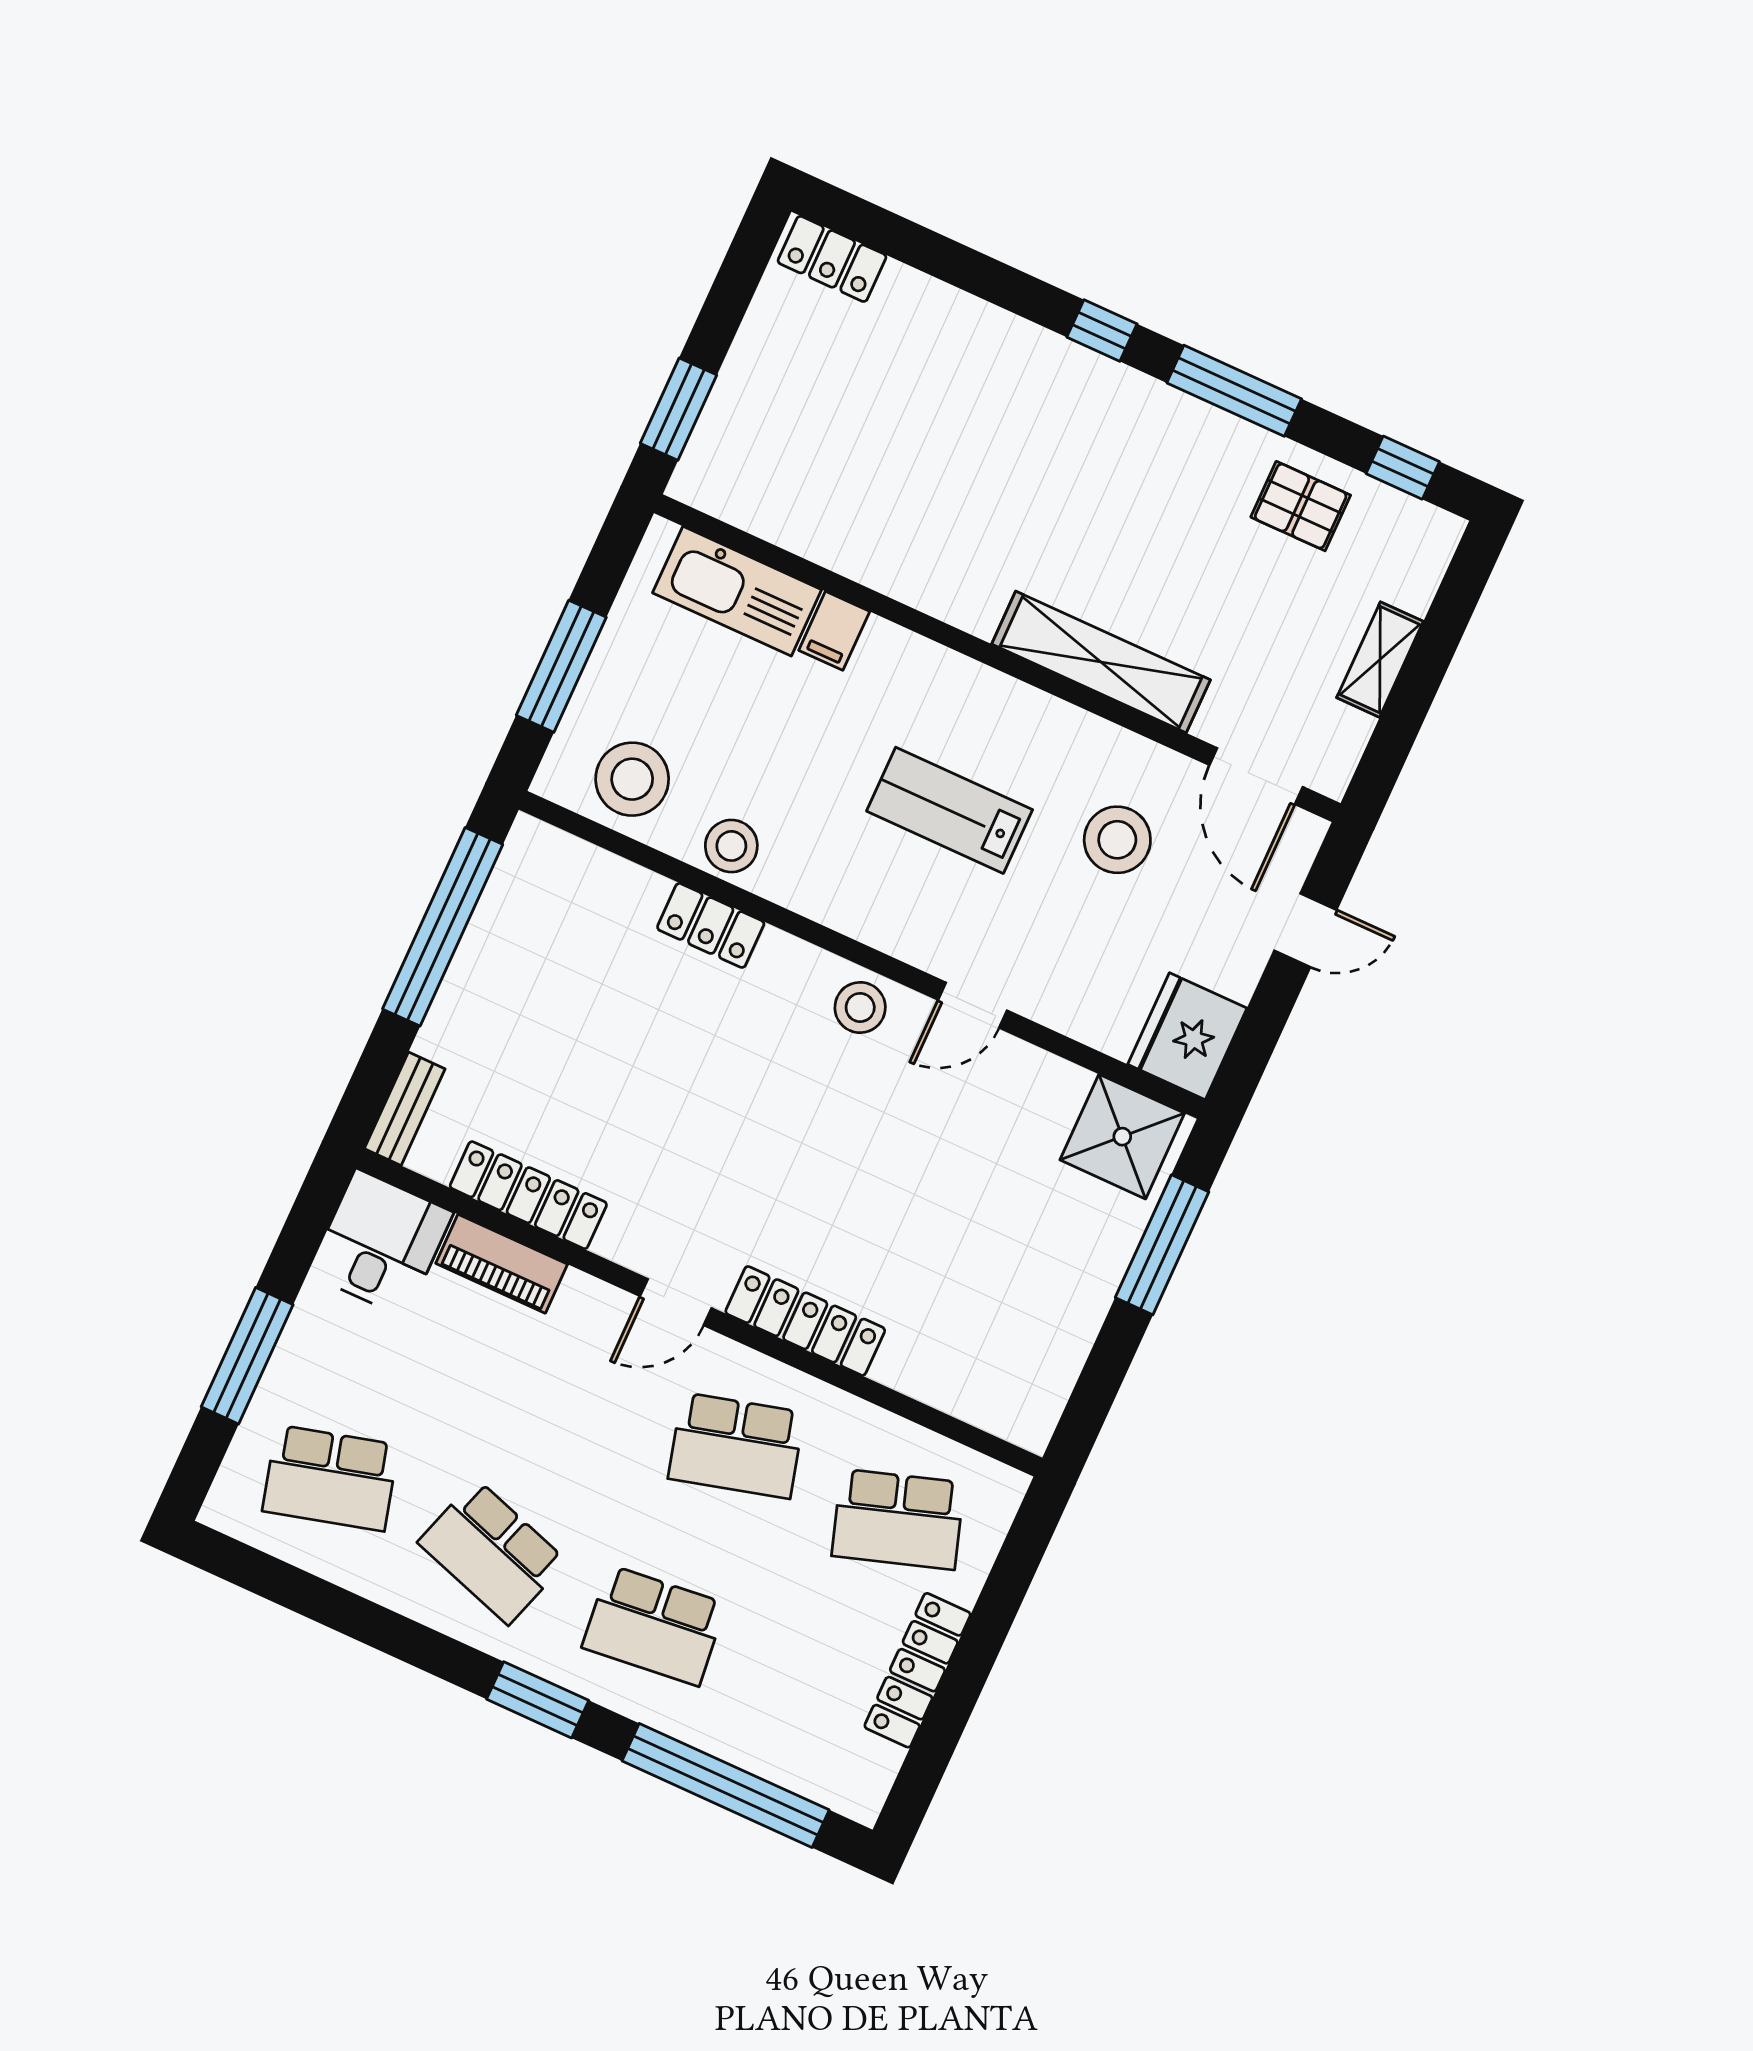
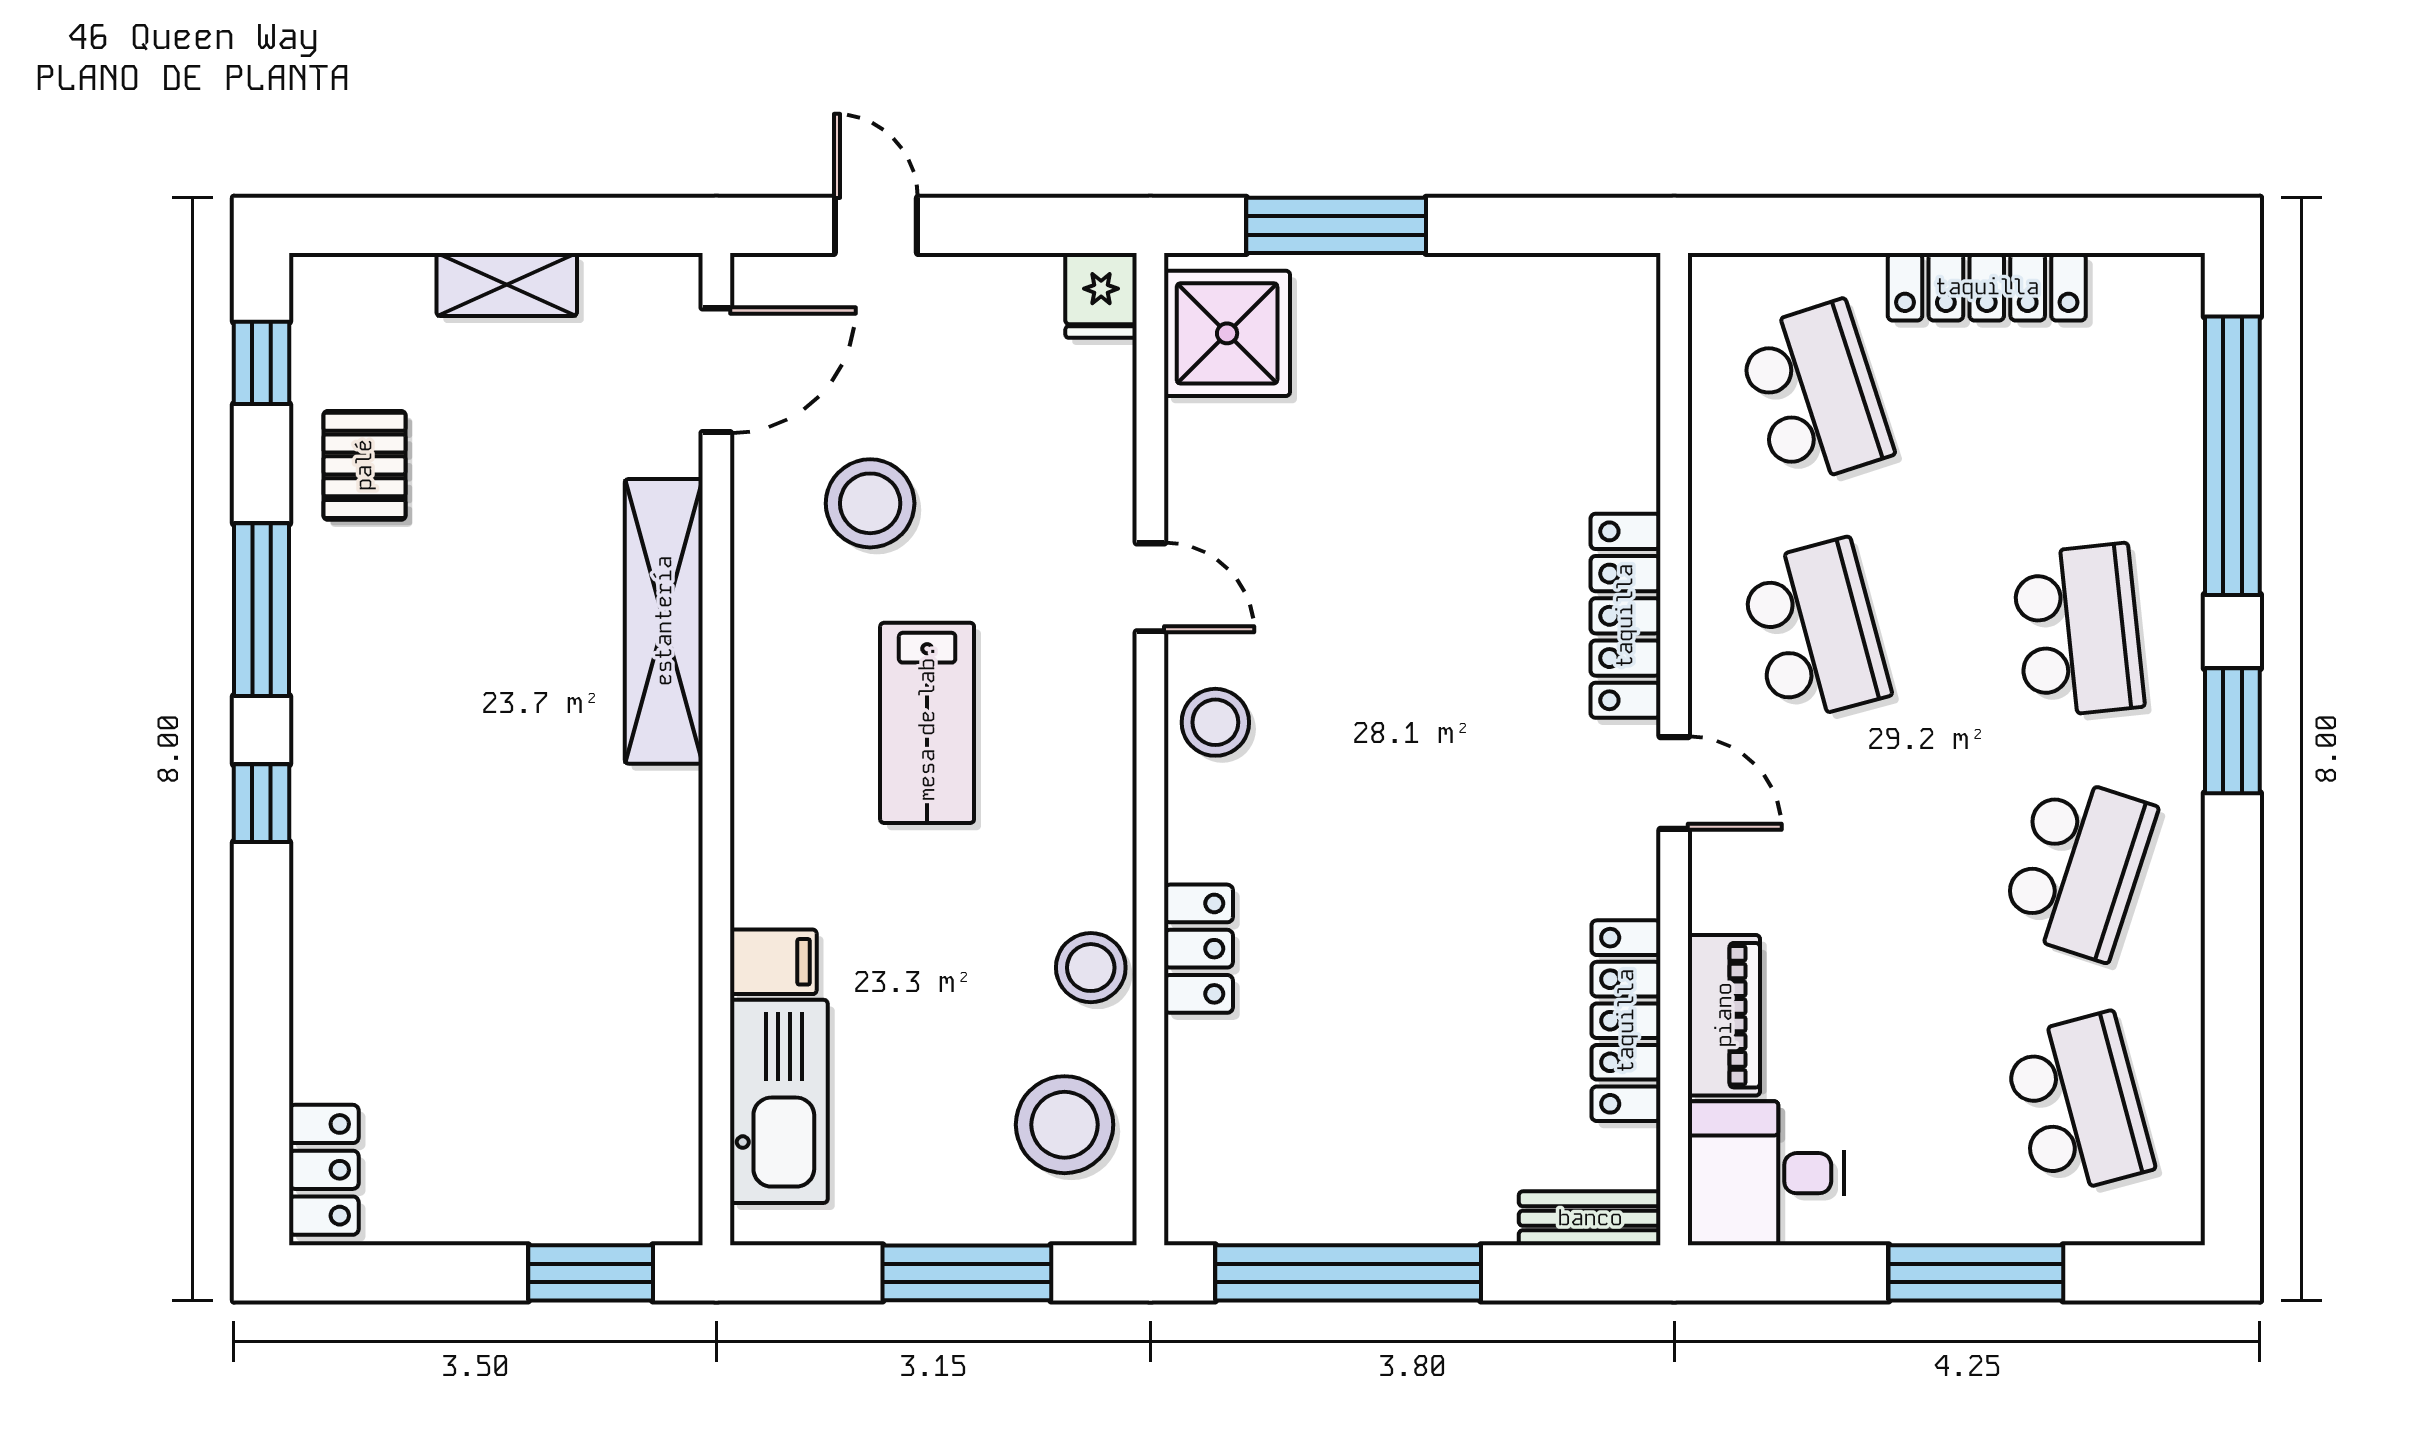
fridge: (1187, 1036) -> (1101, 295), width x0.53, depth x0.75

